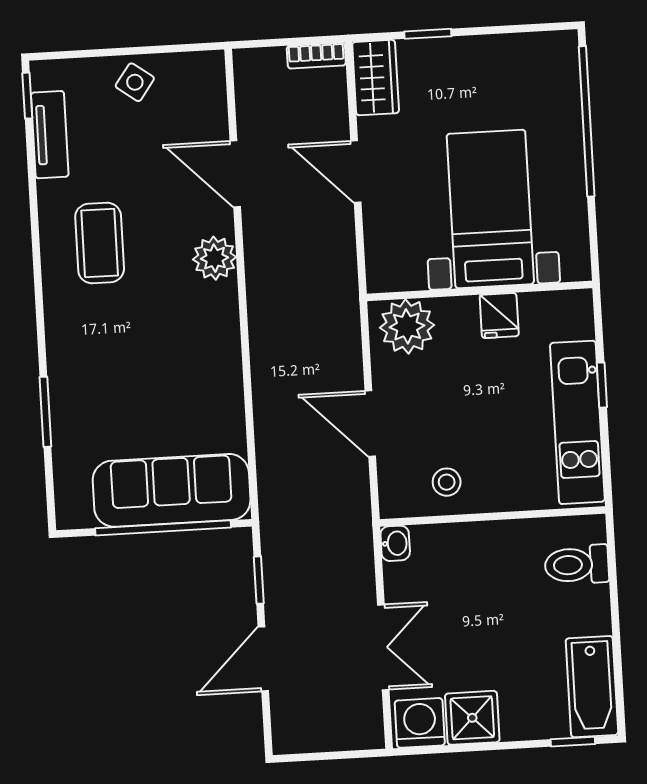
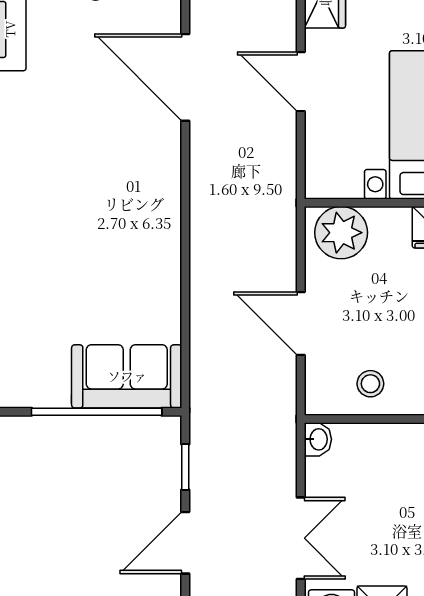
door: (235, 174) -> (185, 77), width x1.36
coffee table: (100, 243) -> (52, 136), removed
plant: (215, 258) -> (161, 157), removed
sofa: (172, 490) -> (127, 376), width x0.73

